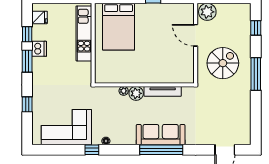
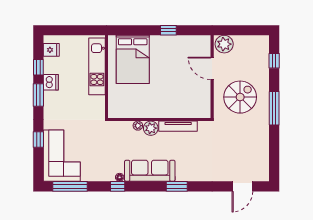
corner sofa: (66, 127) -> (62, 156), moved, turned 90
sofa: (161, 135) -> (150, 171), moved
window: (58, 150) -> (70, 186), added
window: (92, 150) -> (118, 186), moved
window: (161, 150) -> (177, 186), width x0.47

